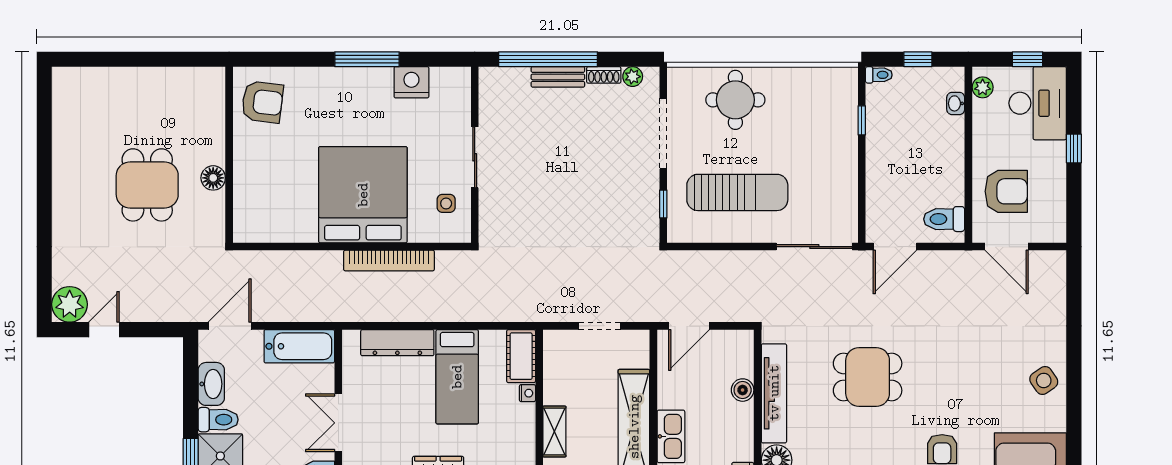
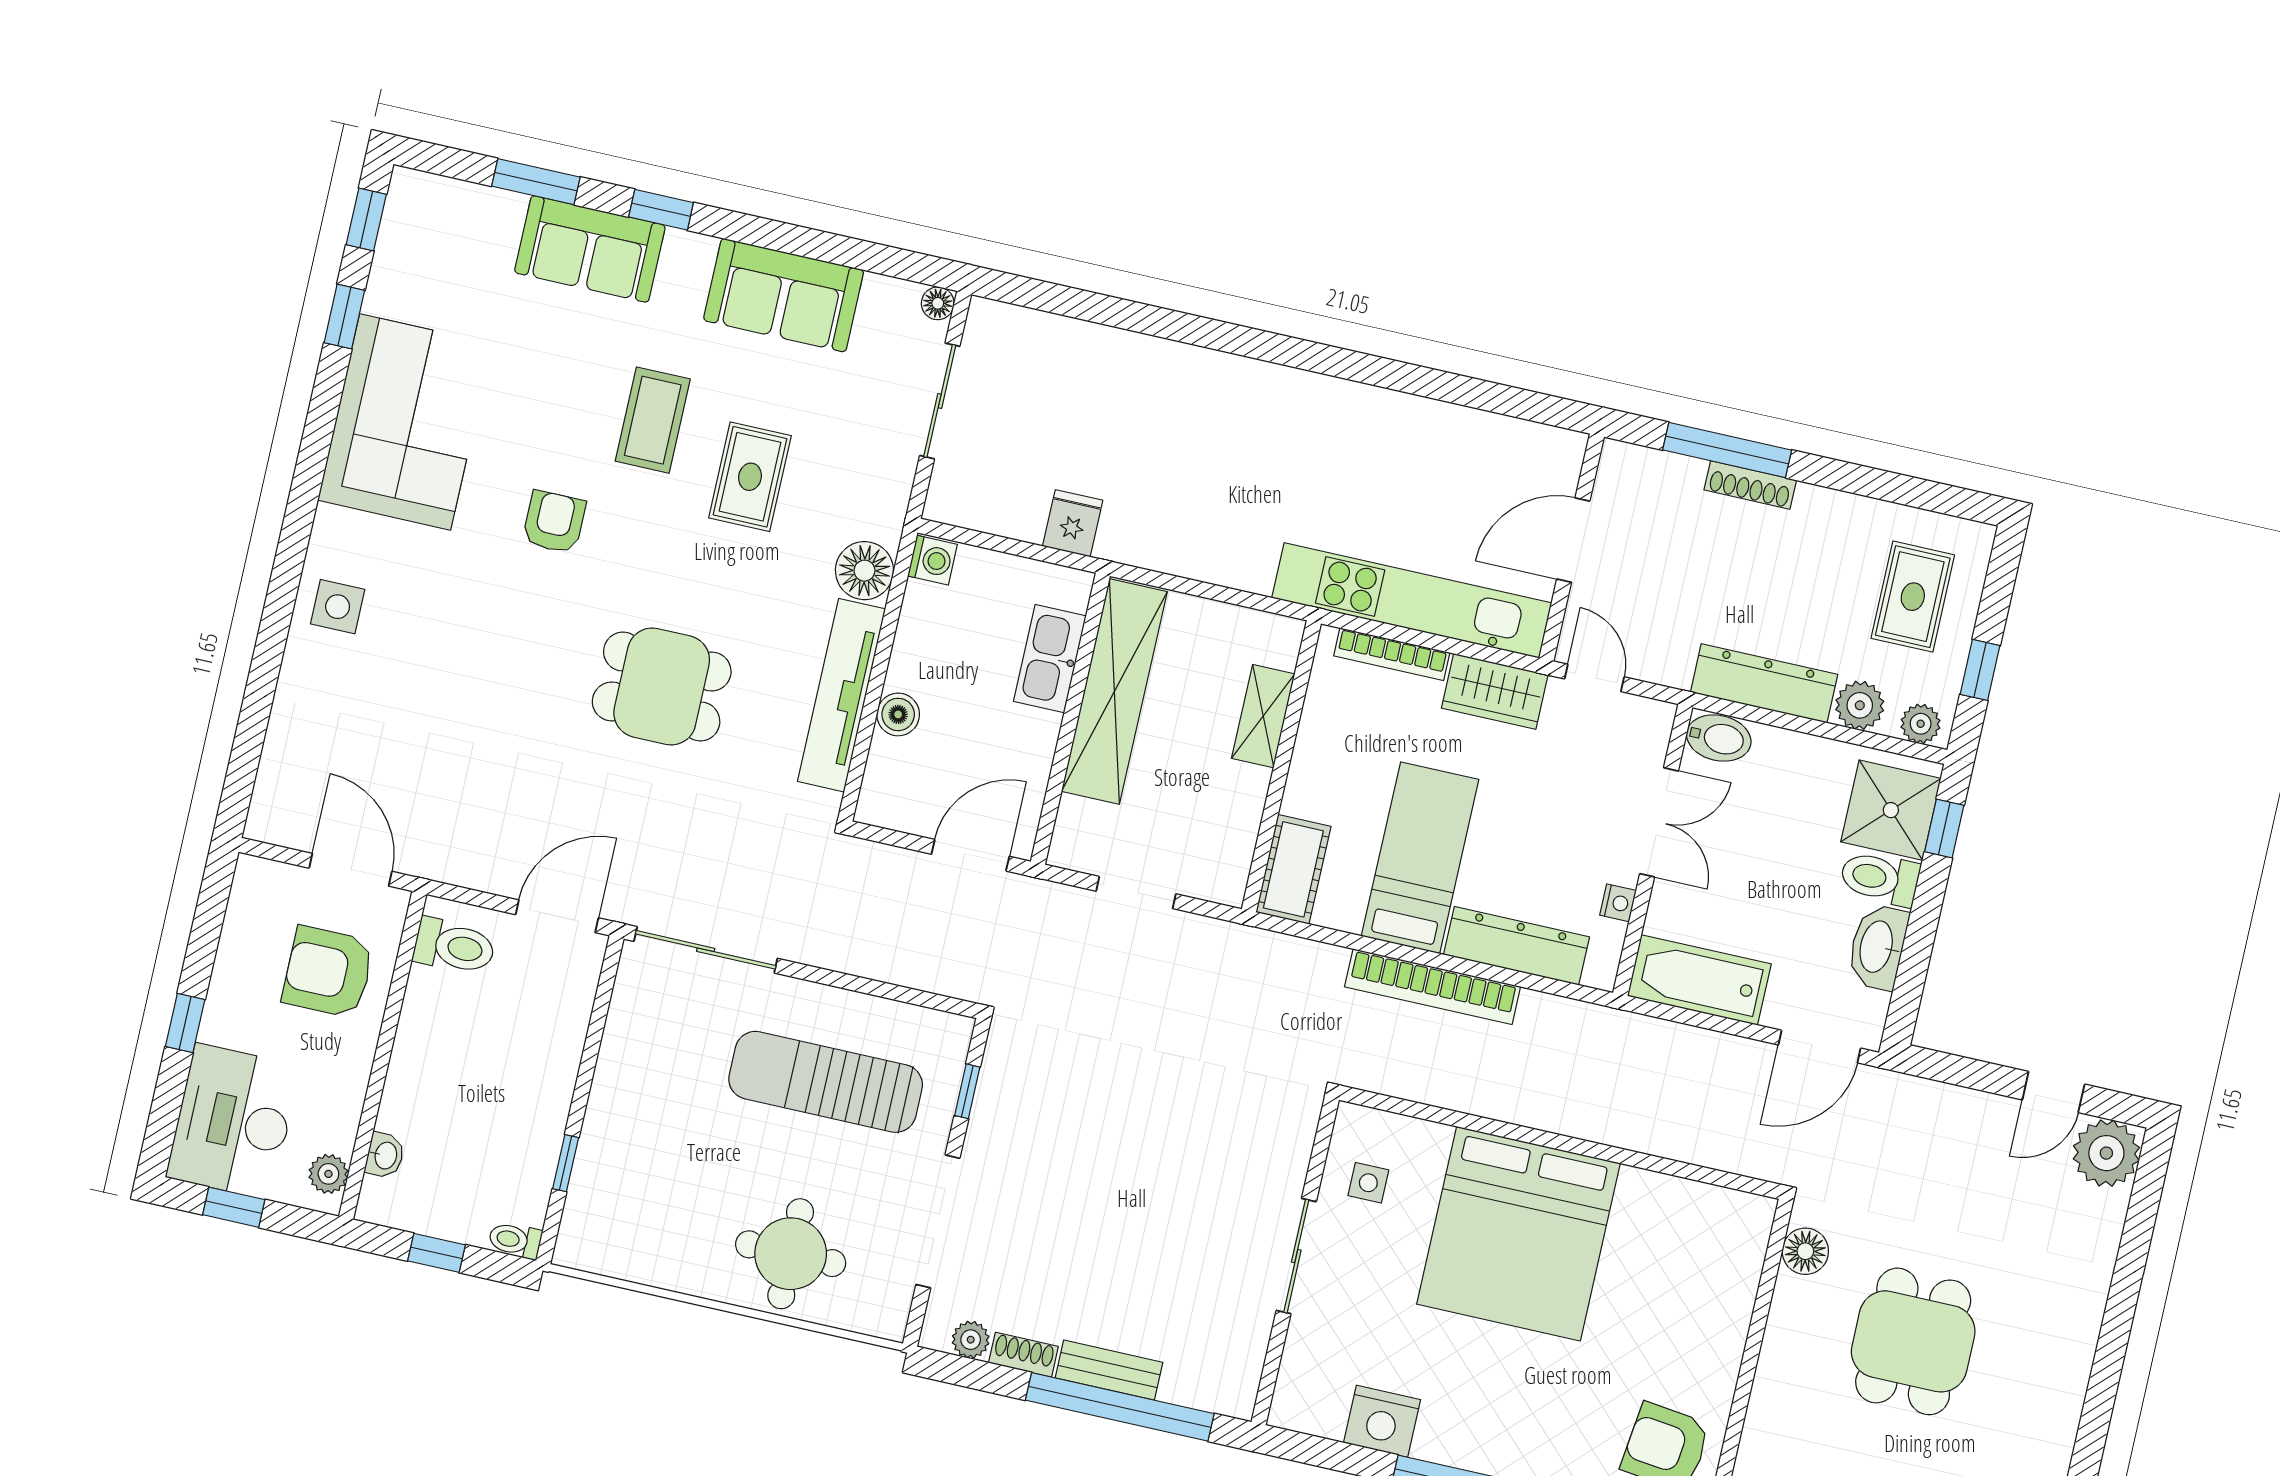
floor lamp: (213, 178) -> (1805, 1251), moved
bookcase: (389, 261) -> (1433, 987), moved, turned 180
side table: (1044, 380) -> (338, 607), turned 35
nightstand: (527, 393) -> (1618, 903), moved, turned 180

